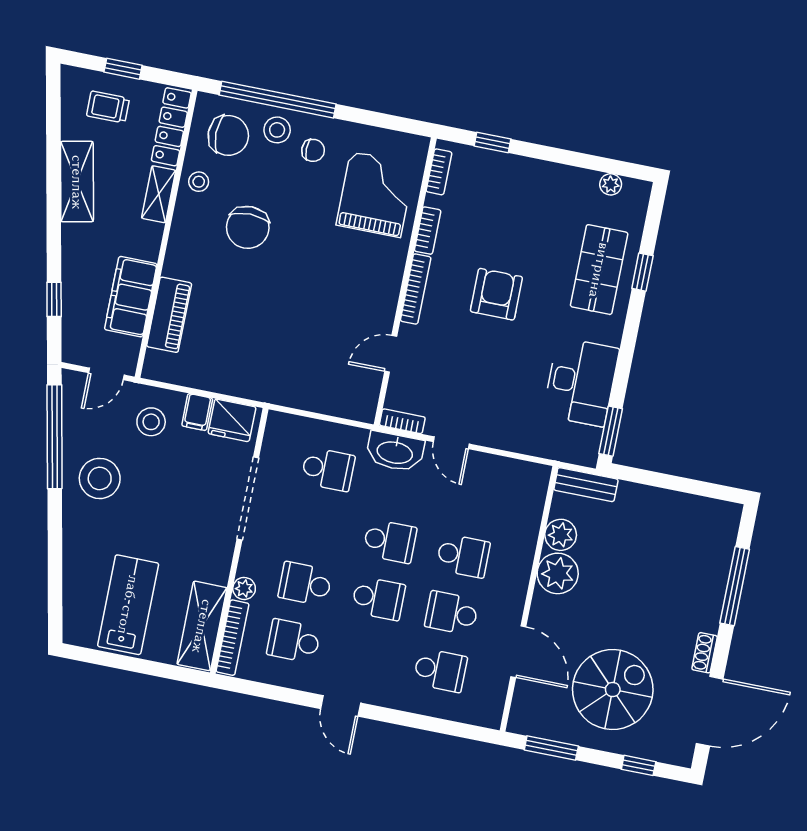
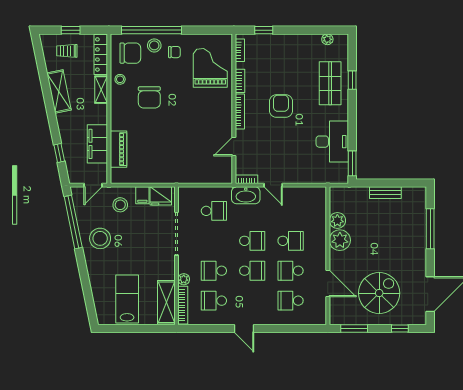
bench: (586, 485) -> (385, 193), moved
shoe rack: (705, 653) -> (422, 265), removed
school desk: (440, 670) -> (291, 301), turned 180

